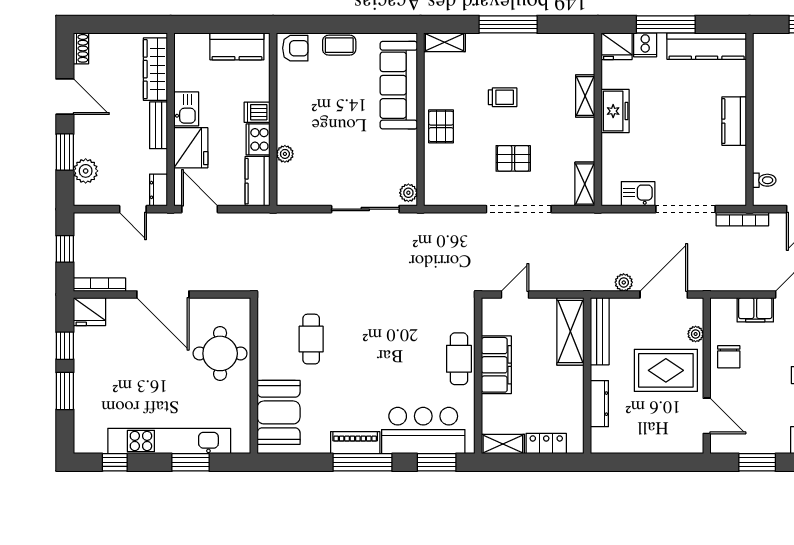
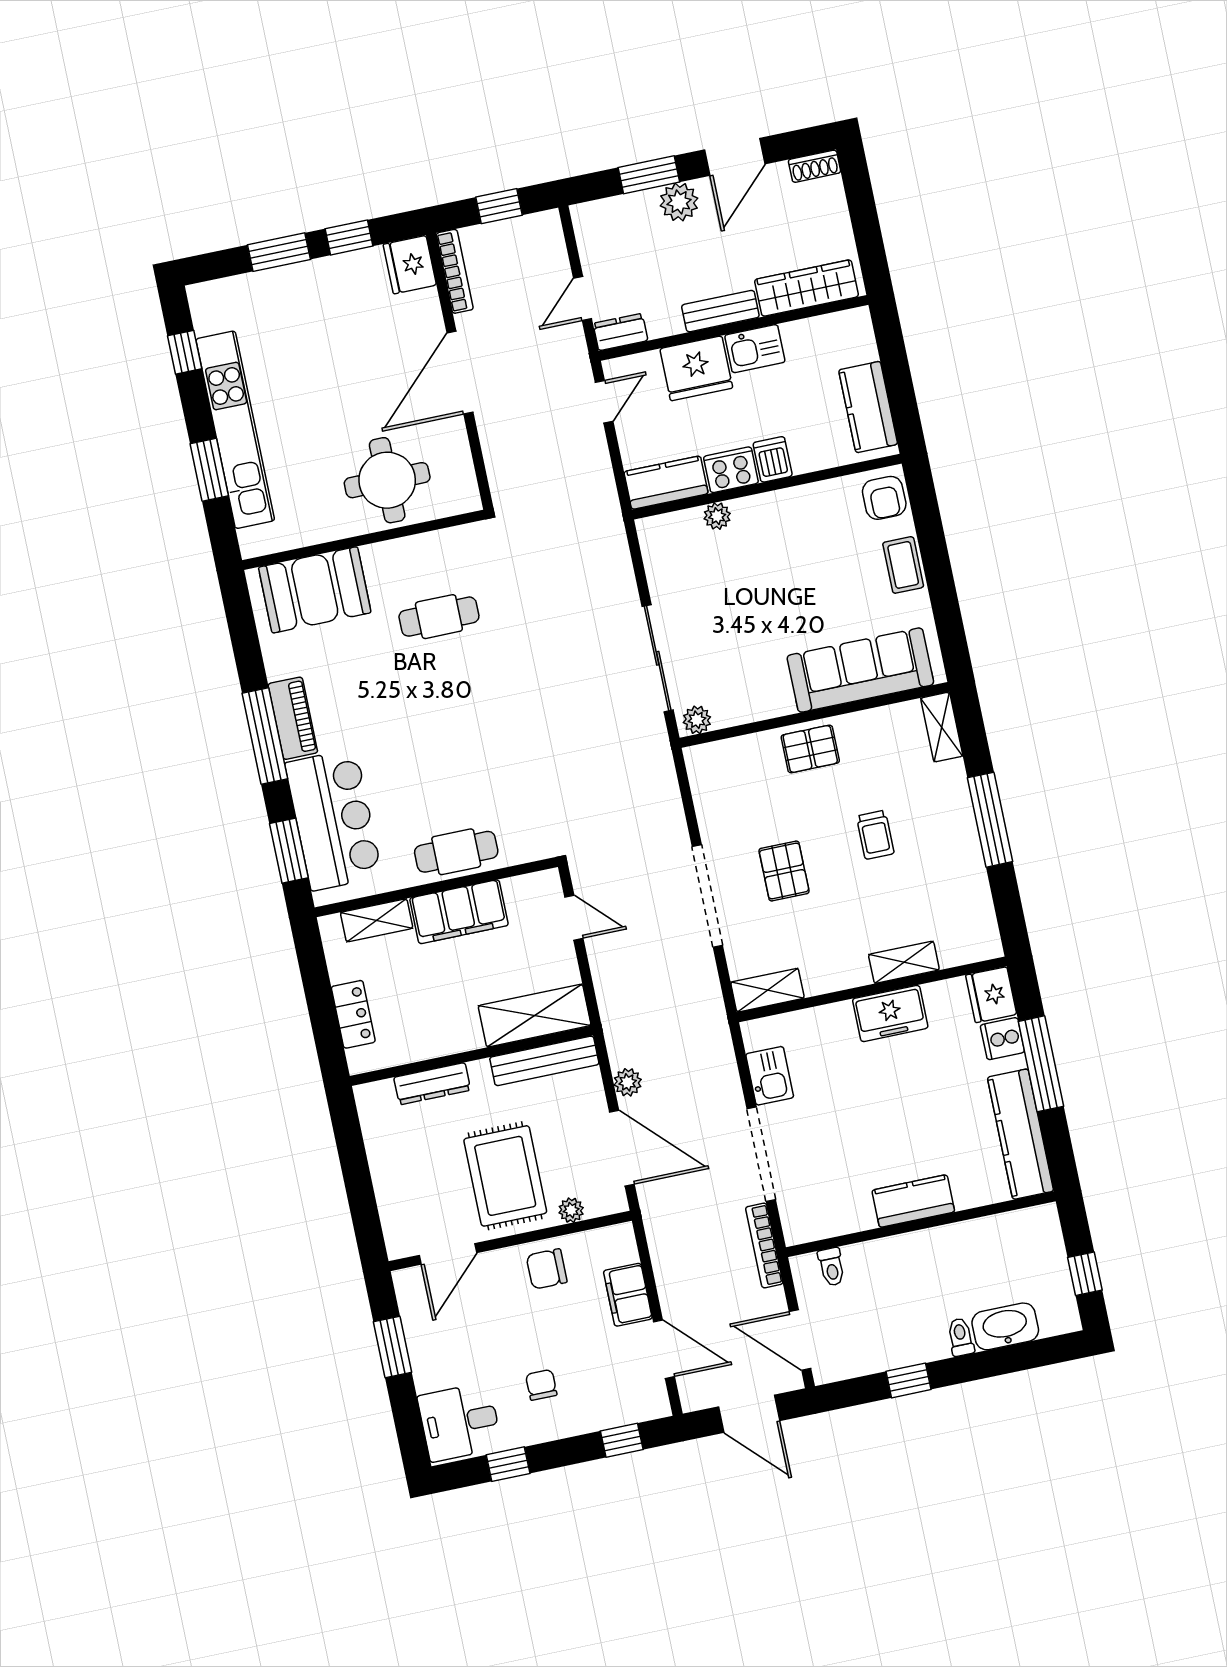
plant: (86, 171) -> (679, 202), moved
door: (200, 209) -> (604, 402), width x0.73
shelving: (503, 444) -> (377, 920), moved, turned 90

